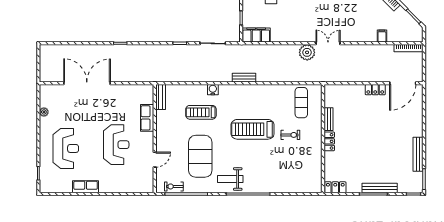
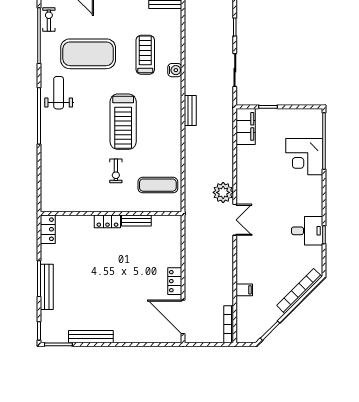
treadmill: (253, 129) -> (123, 122), turned 180

